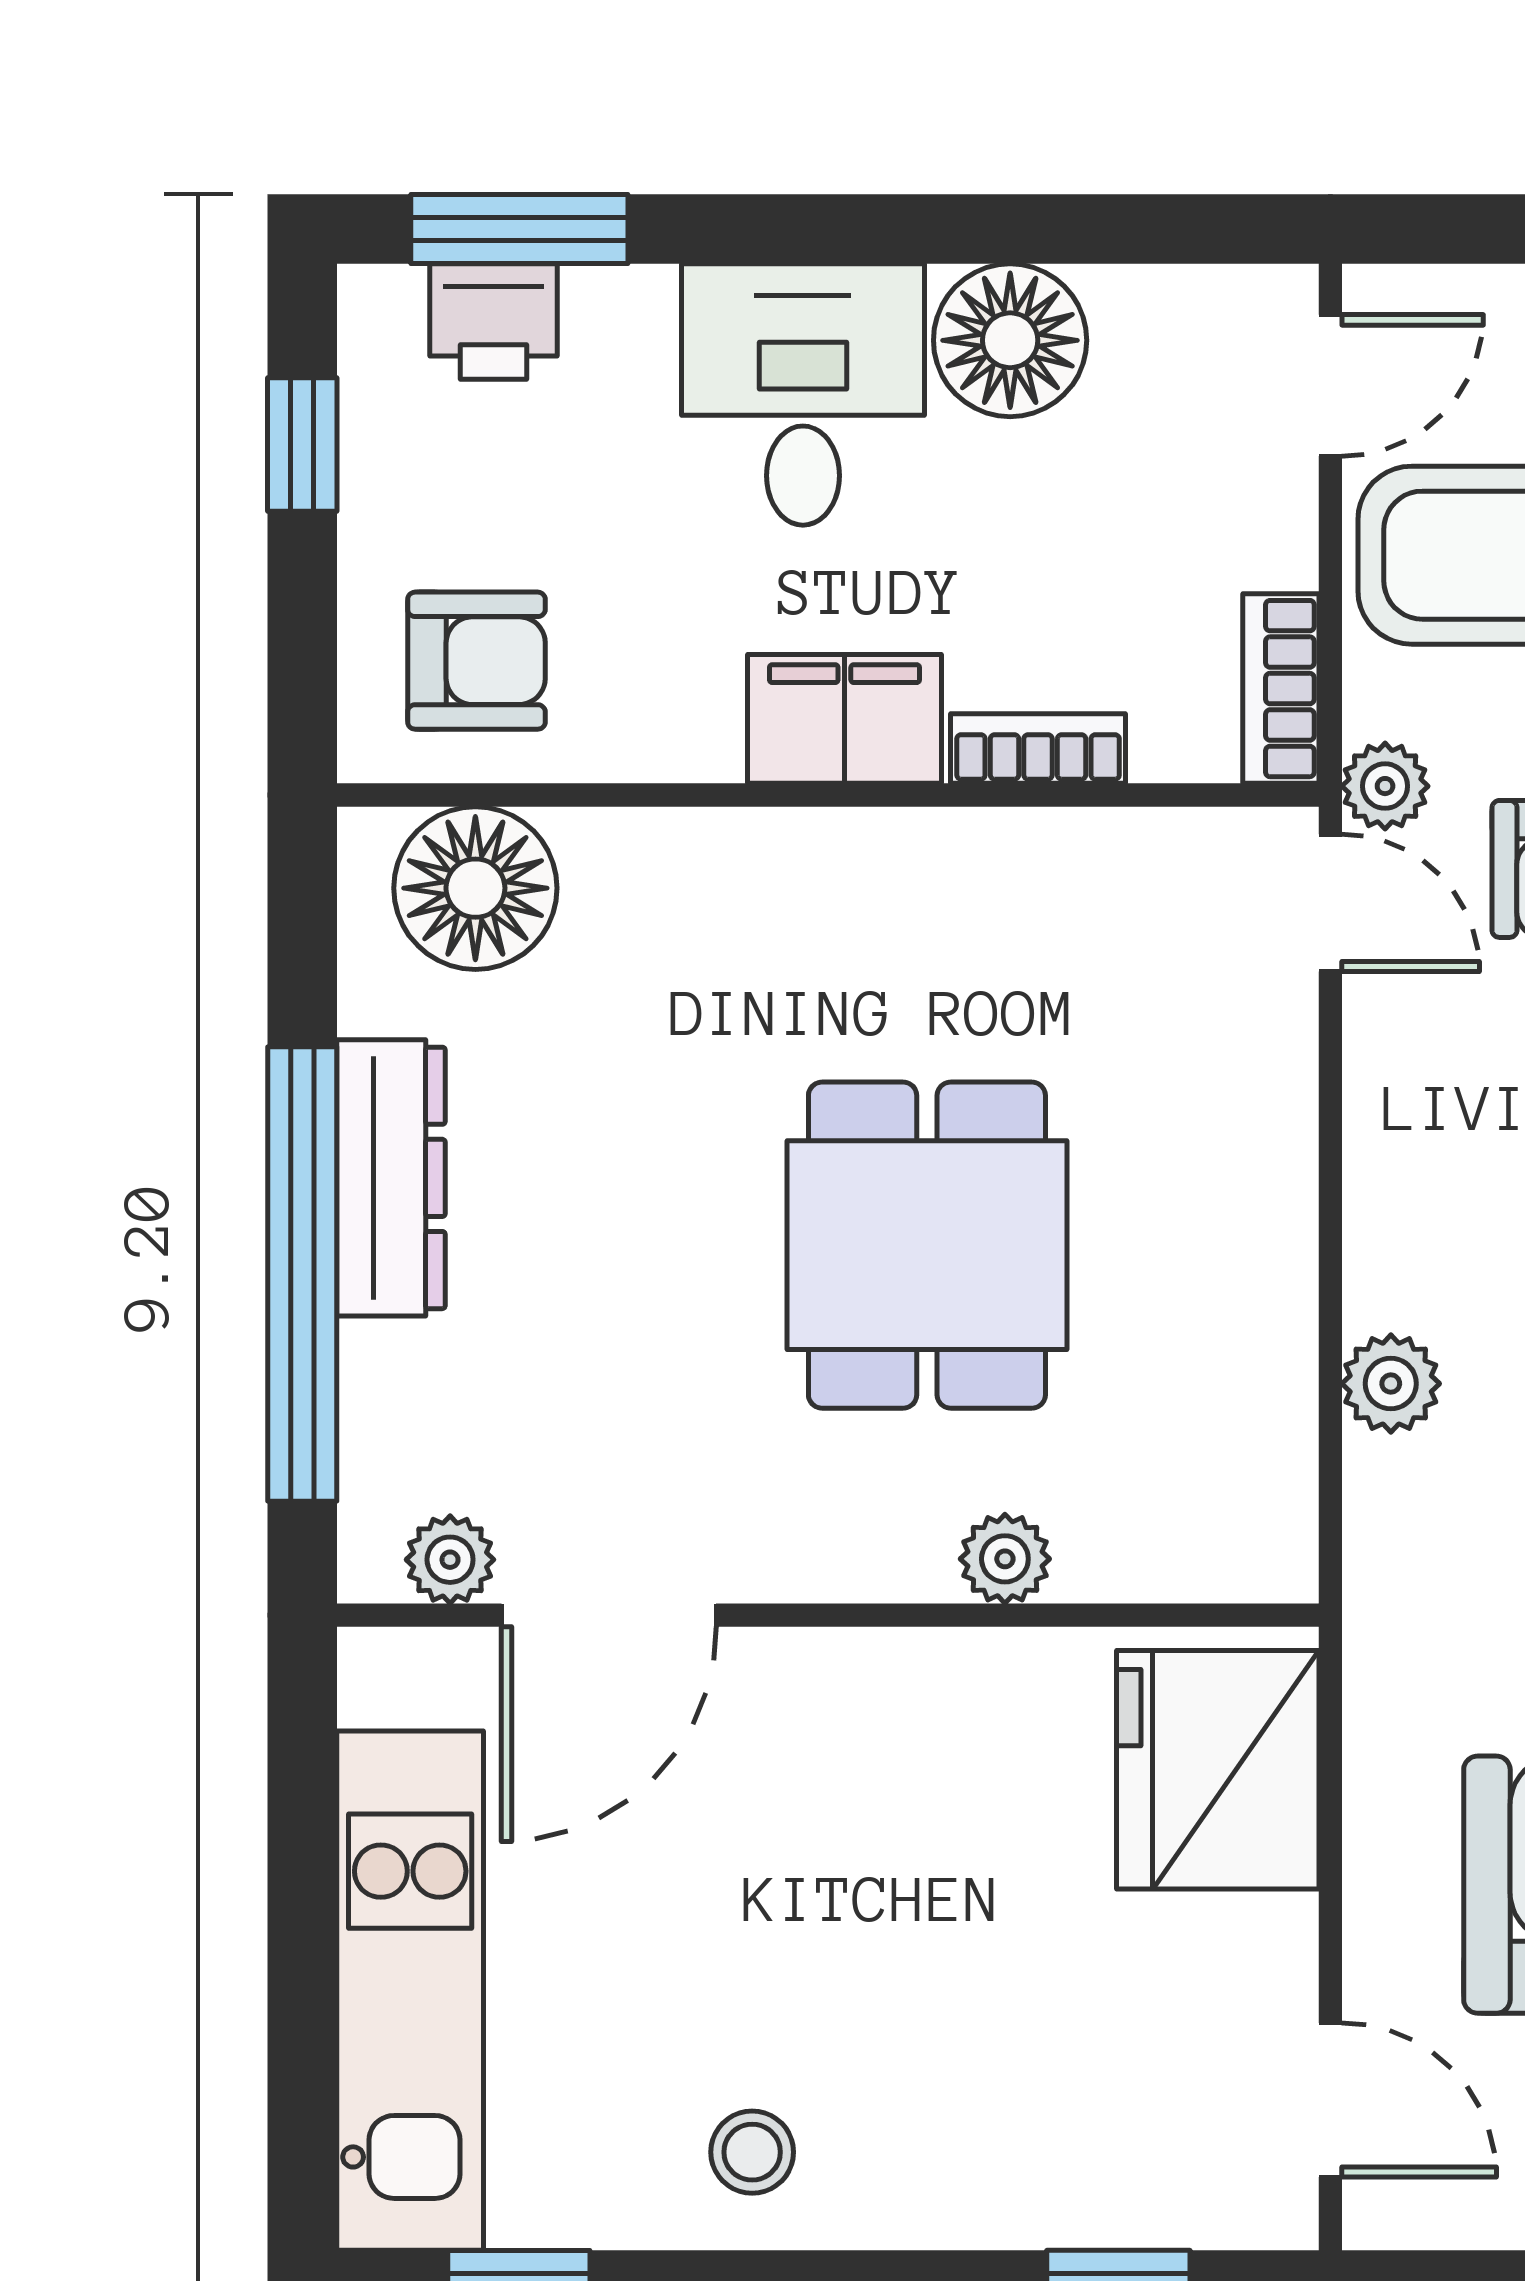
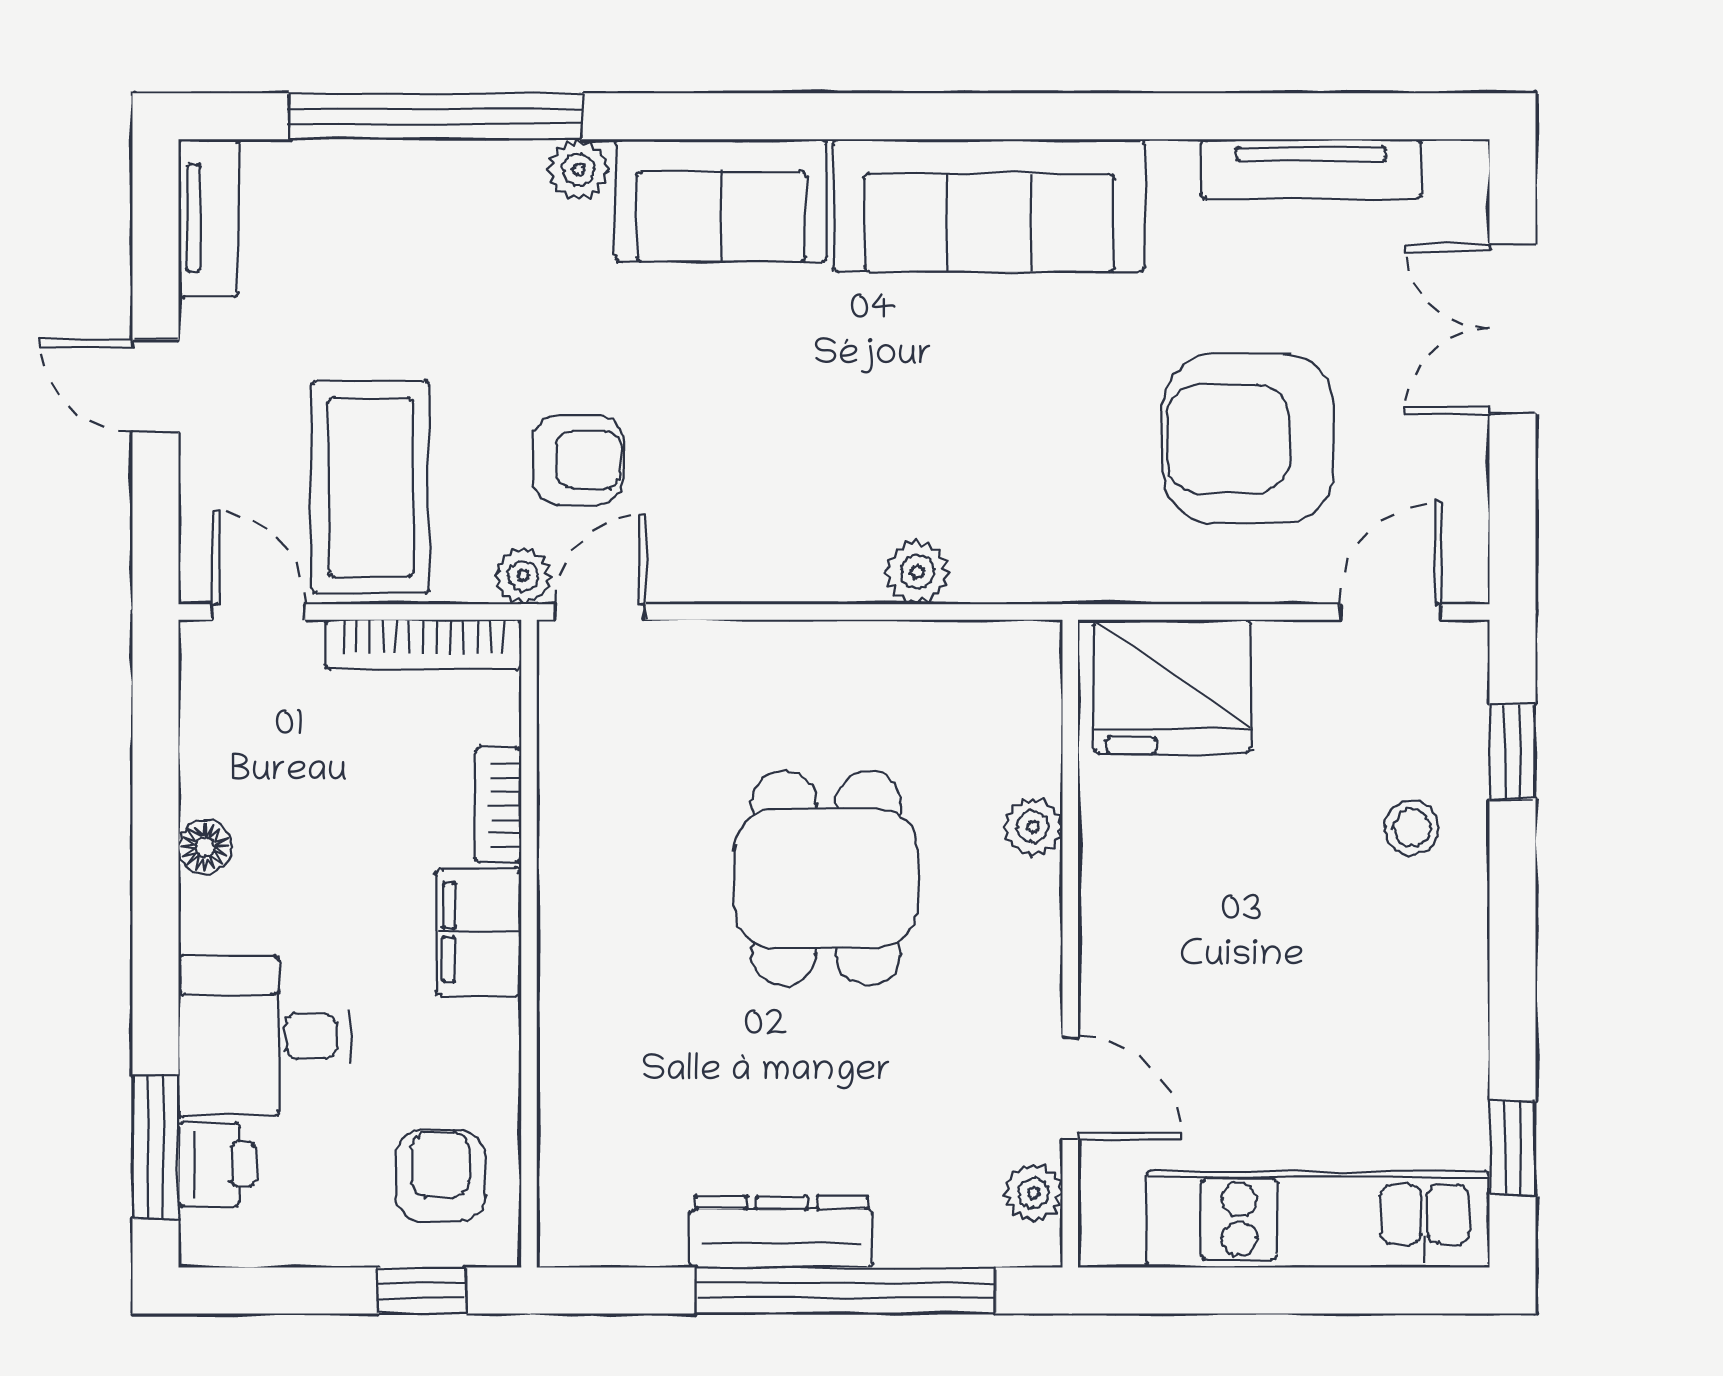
floor lamp: (1010, 340) -> (205, 847), width x0.53, depth x0.53
desk: (803, 394) -> (265, 1036), moved
window: (302, 445) -> (422, 1290), moved
bookcase: (1281, 689) -> (423, 645), width x1.56
floor lamp: (475, 888) -> (590, 1176), removed
dining table: (927, 1245) -> (826, 878), turned 90
door: (609, 1615) -> (1070, 1088), width x0.73
stool: (752, 2152) -> (1412, 828), moved

